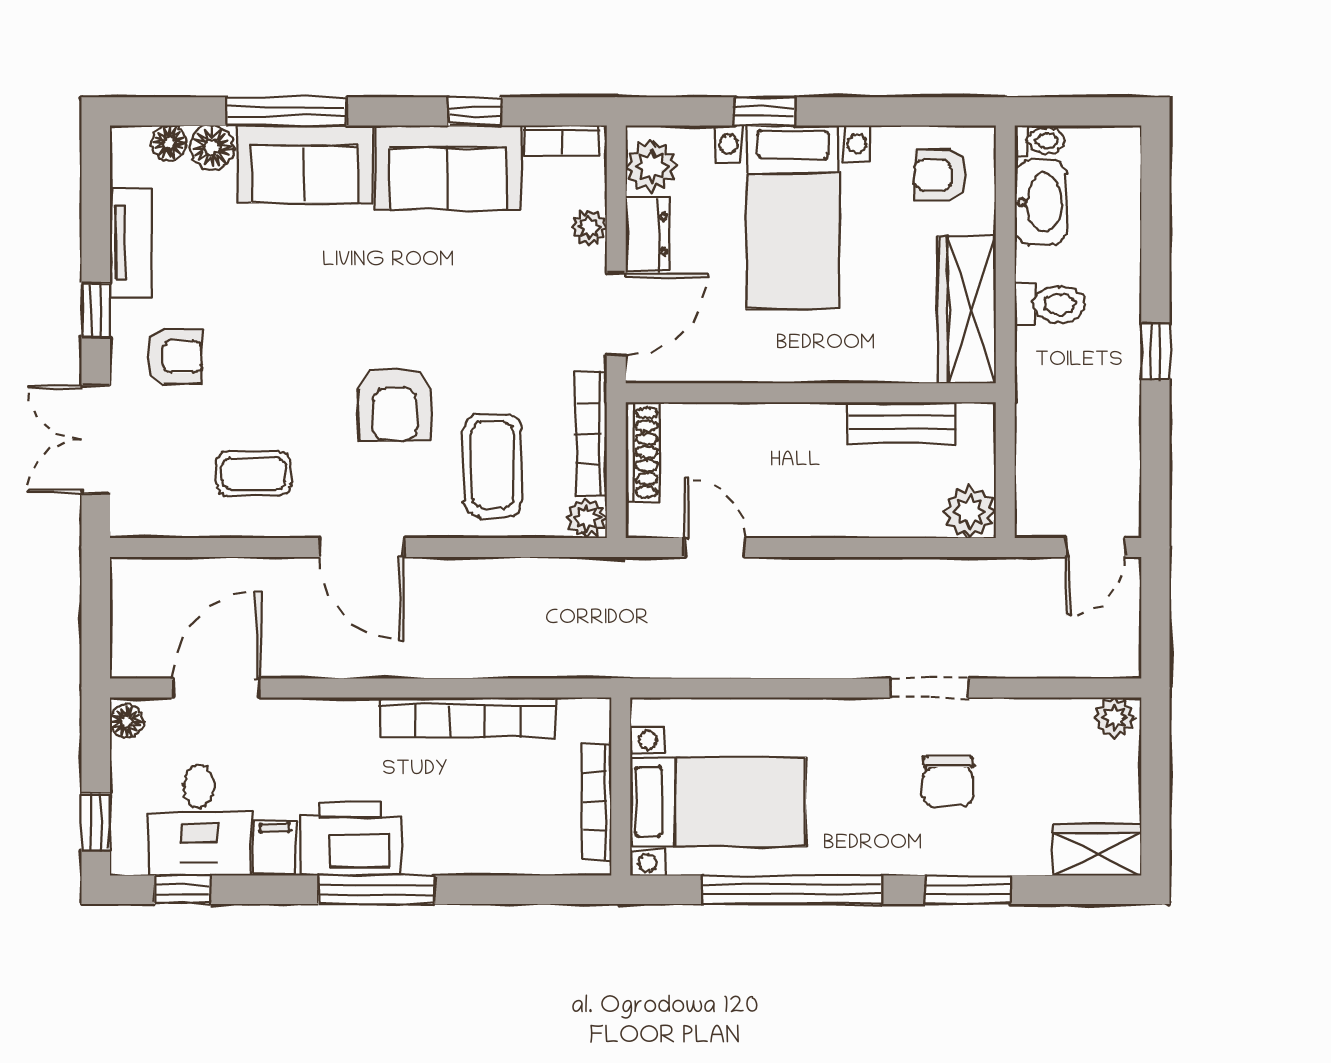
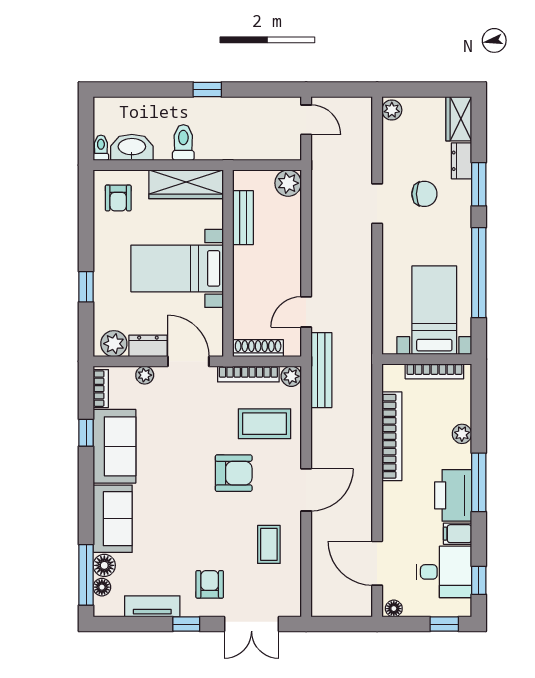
window: (286, 111) -> (86, 575), moved
bed with nightstands: (793, 217) -> (177, 268), moved, turned 180
bench: (599, 578) -> (321, 370), added
plant: (473, 856) -> (462, 434), added
dresser: (1014, 856) -> (462, 161), added

